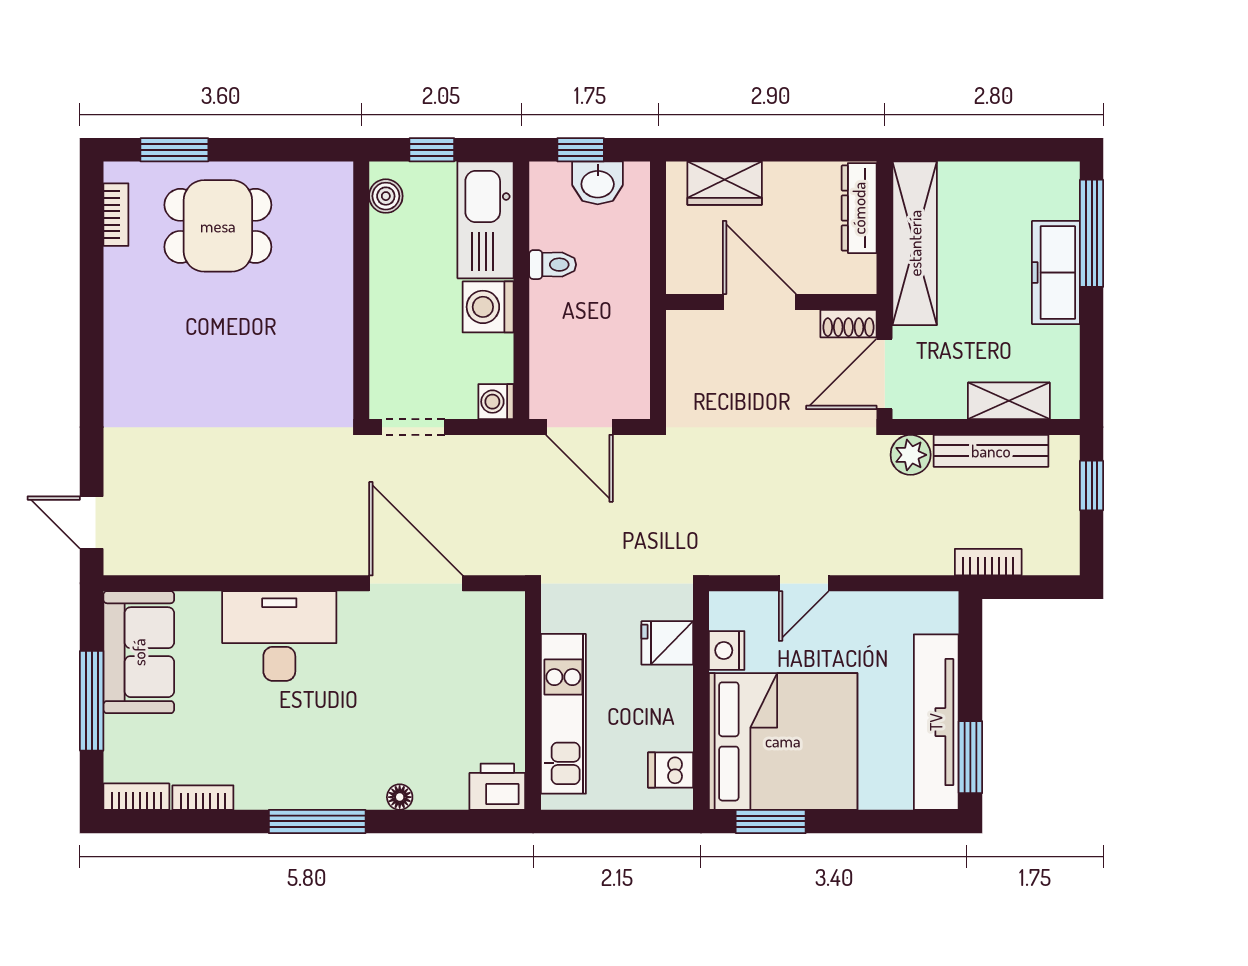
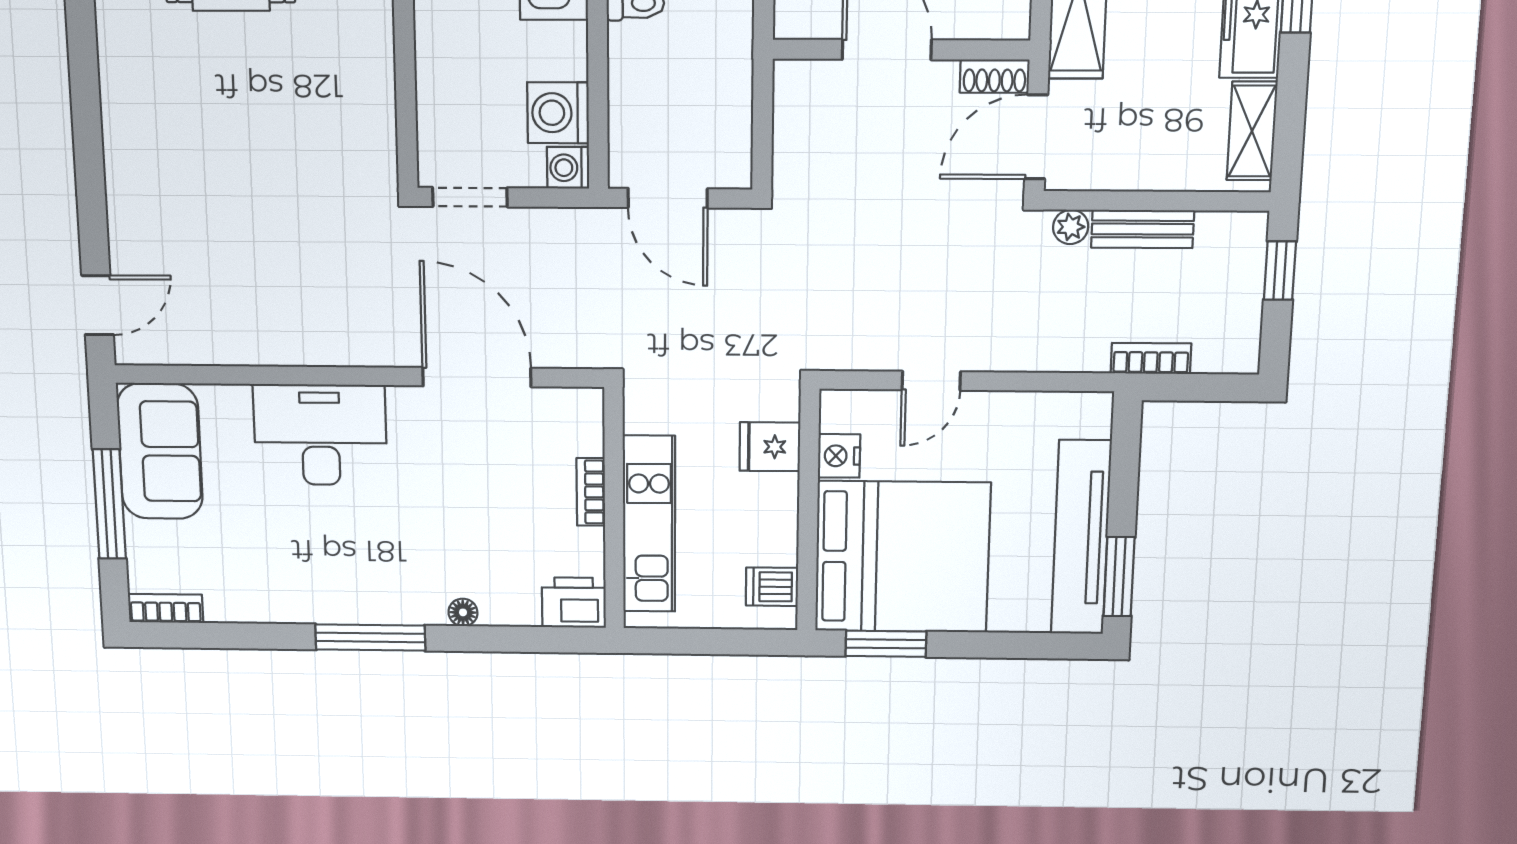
washing machine: (488, 307) -> (558, 113), moved
shelving: (1009, 401) -> (1252, 131), moved, turned 90
bench: (991, 451) -> (1143, 229), width x0.73
plant: (911, 455) -> (1071, 227), width x0.73, depth x0.73
door: (92, 523) -> (98, 305), swing flipped
bookcase: (203, 798) -> (591, 492), moved, turned -90

